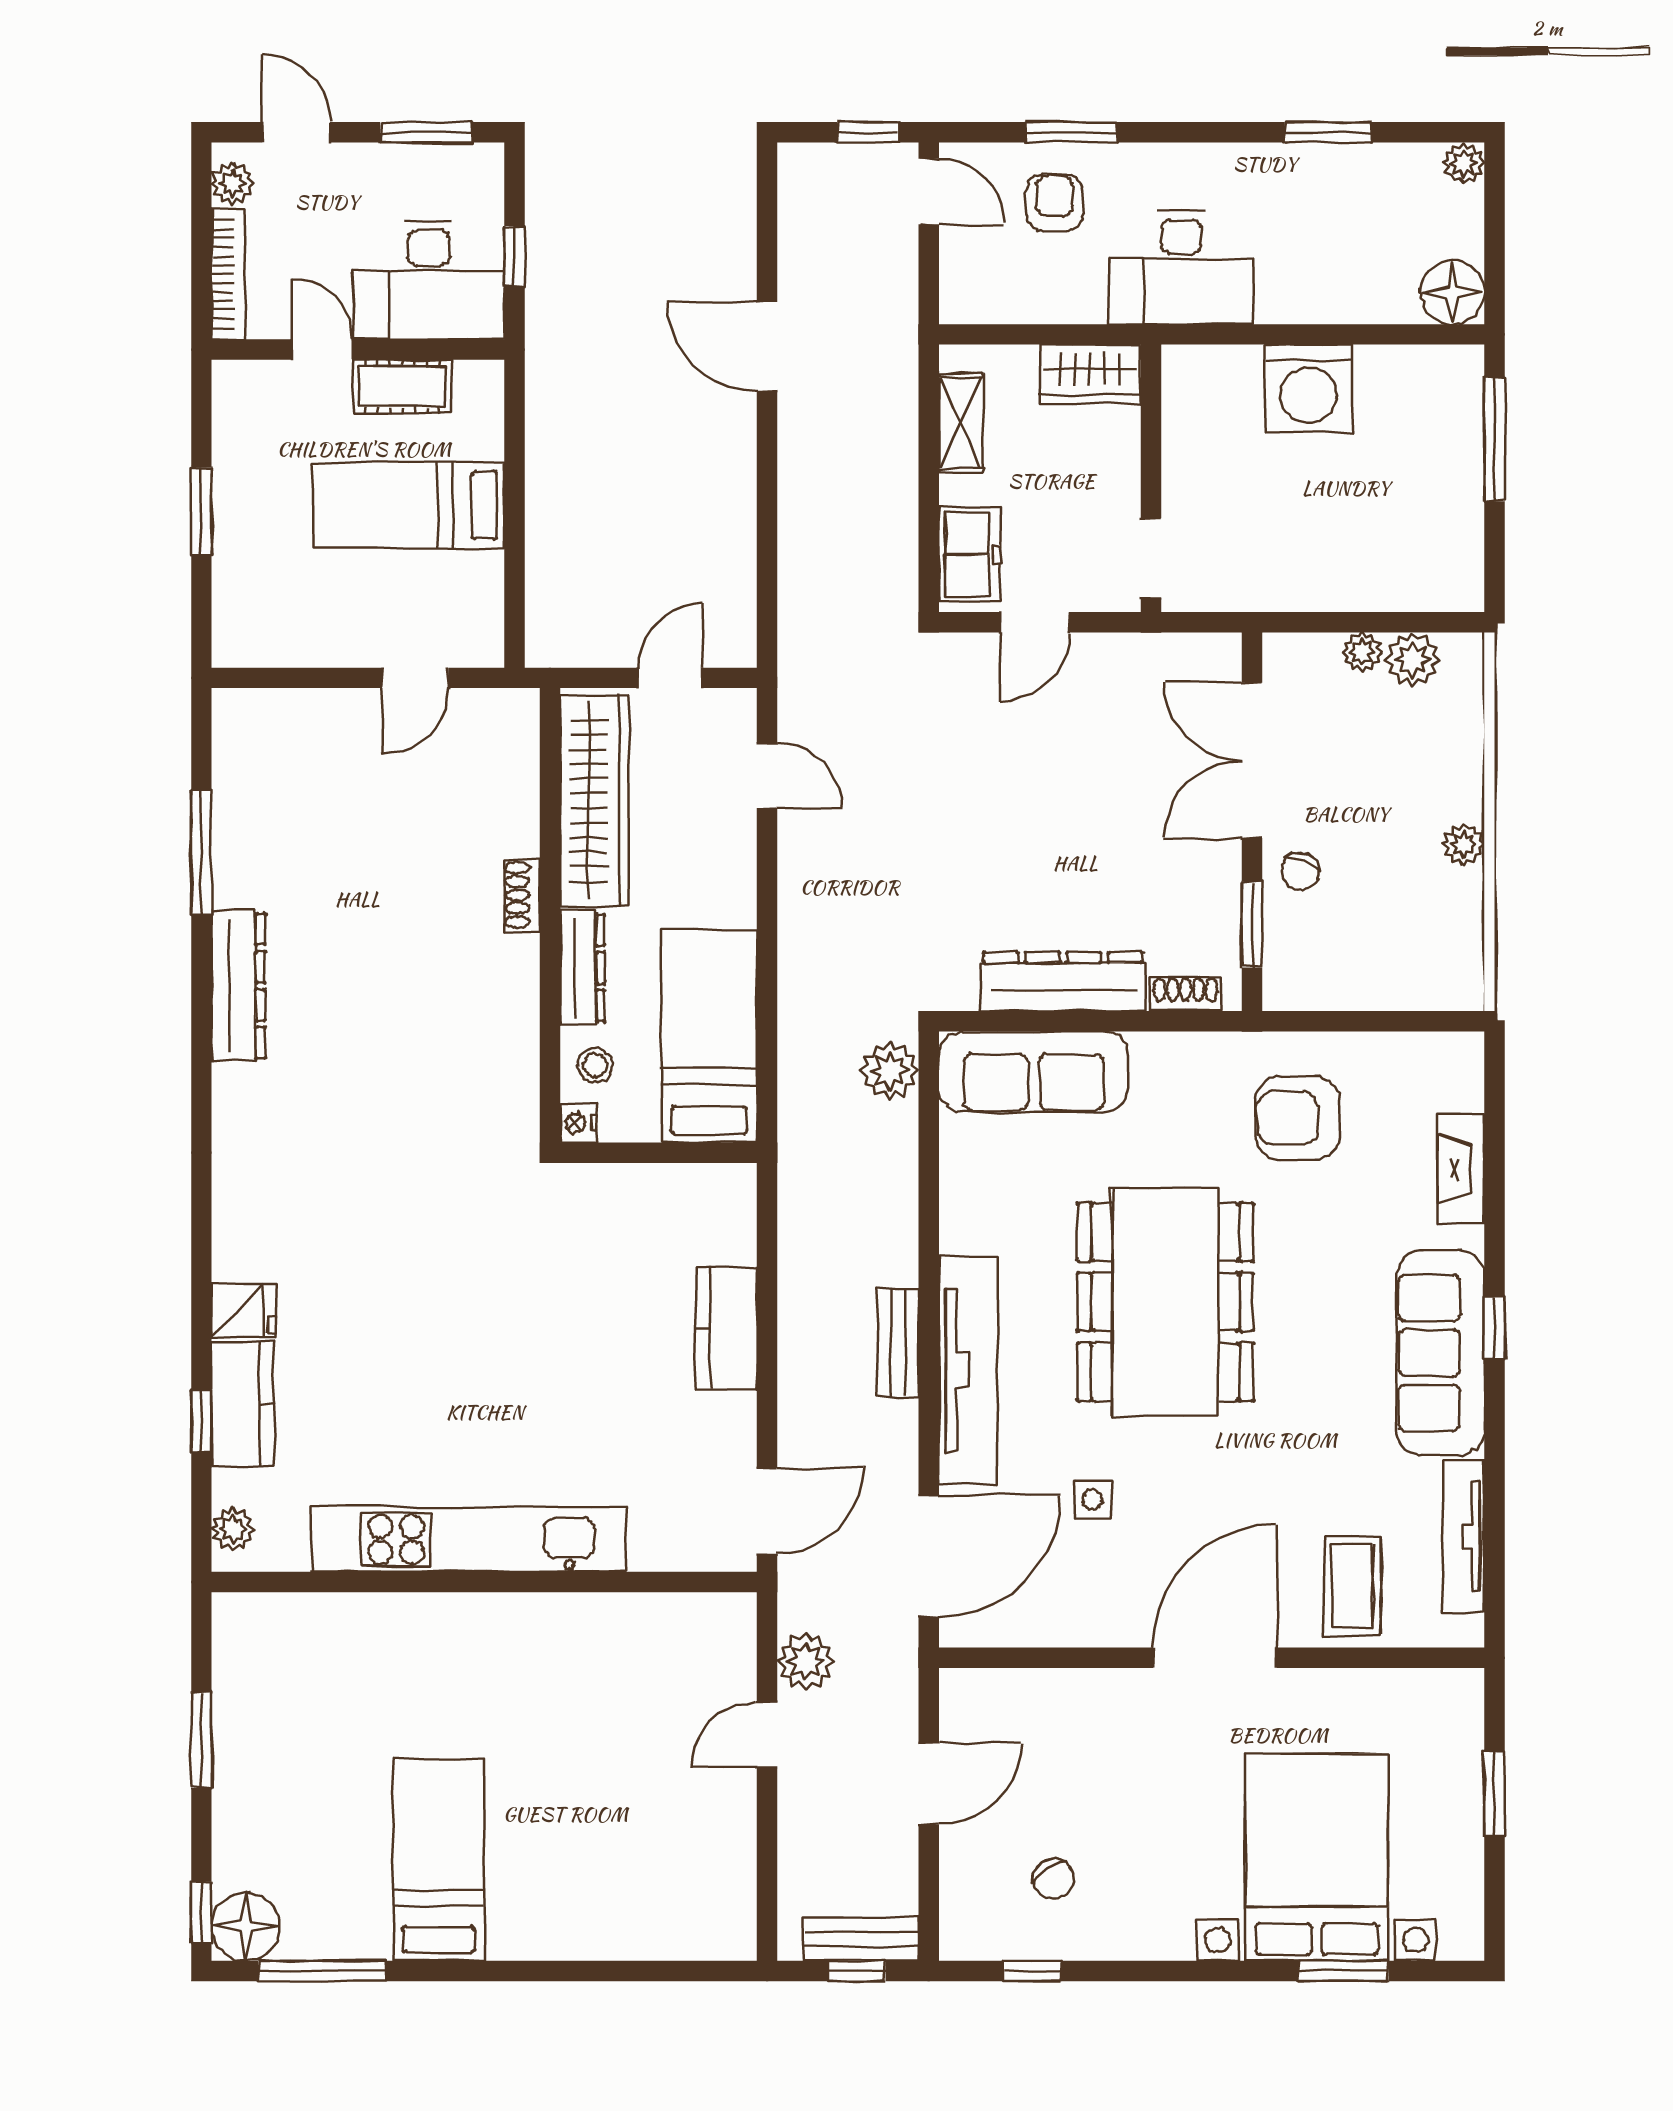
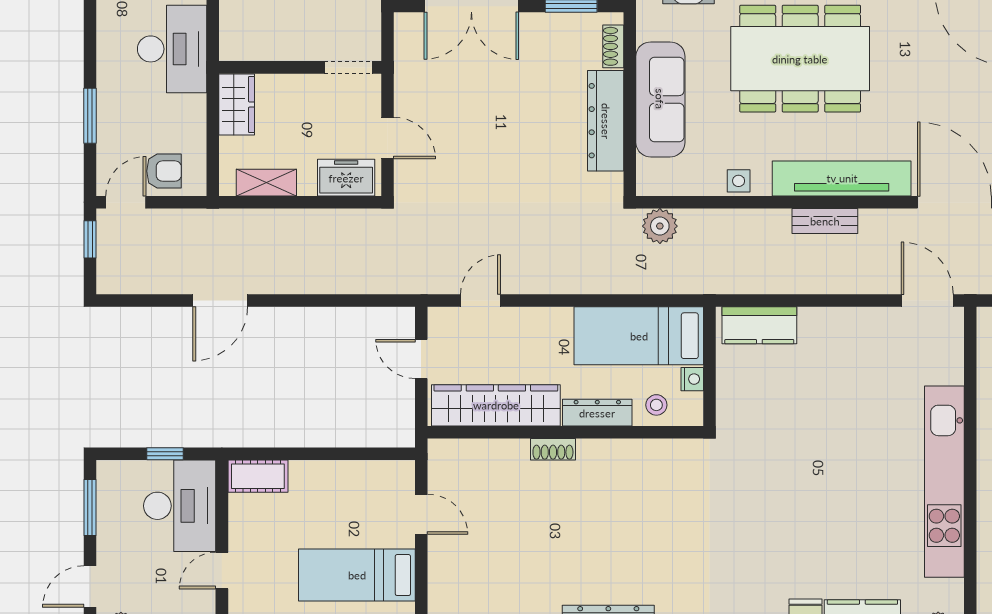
armchair: (1055, 203) -> (164, 171), moved, turned 180
cot: (402, 386) -> (258, 476), moved, turned 90
bed: (409, 505) -> (357, 575), moved, turned 90
sofa: (1034, 1072) -> (660, 99), moved
nightstand: (578, 1123) -> (692, 379), moved, turned -90
kitchen counter: (726, 1328) -> (759, 325), moved
side table: (1093, 1499) -> (739, 181), moved

